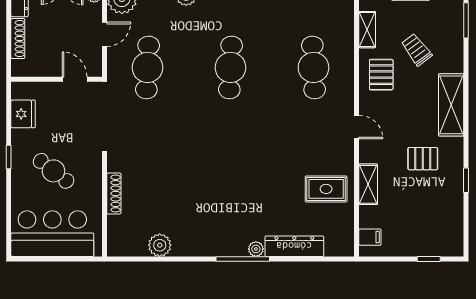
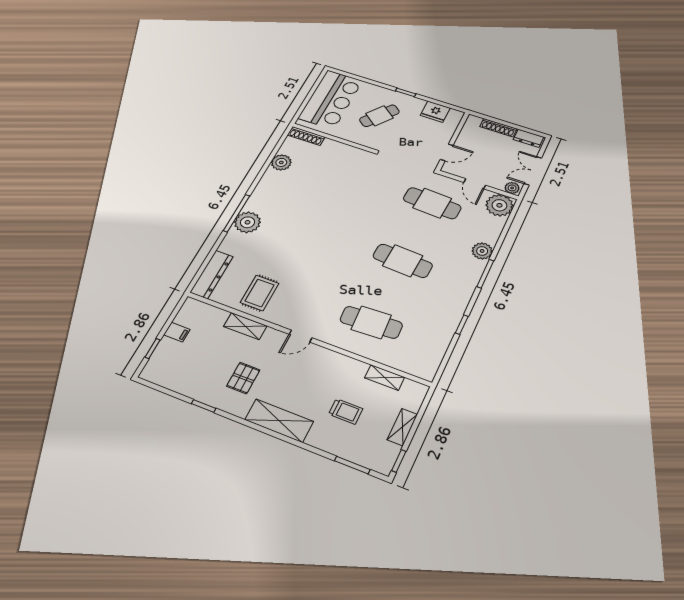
trolley: (417, 50) -> (346, 411), turned 37
pallet: (381, 75) -> (337, 373), removed
shoe rack: (114, 194) -> (306, 136), moved
filing cabinet: (370, 237) -> (177, 332), moved, turned -90
dresser: (294, 246) -> (212, 274), moved
plant: (256, 249) -> (248, 222), width x1.88, depth x1.88

